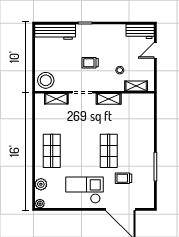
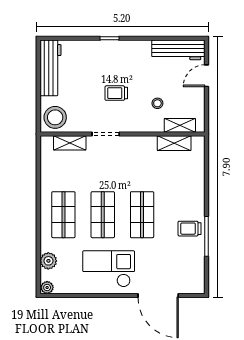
workbench: (140, 31) -> (178, 50), width x1.38
workbench: (55, 32) -> (50, 68), moved, turned -90
shelving: (109, 99) -> (174, 143), moved
shop shelf: (80, 151) -> (103, 215), added
trolley: (124, 178) -> (190, 229), moved

